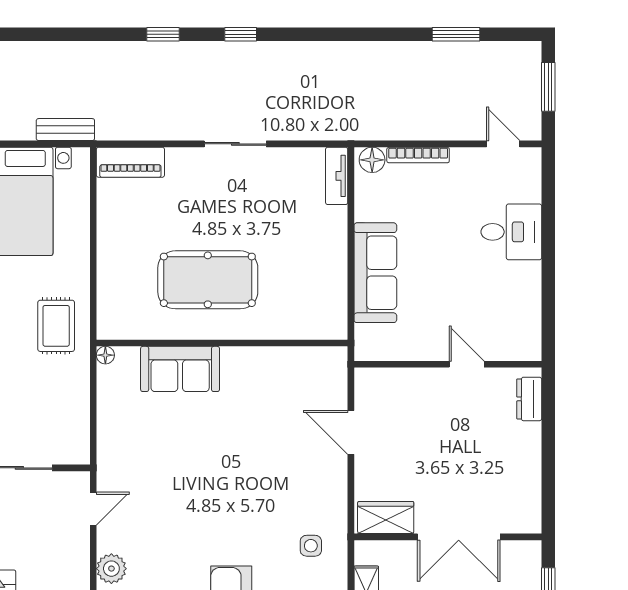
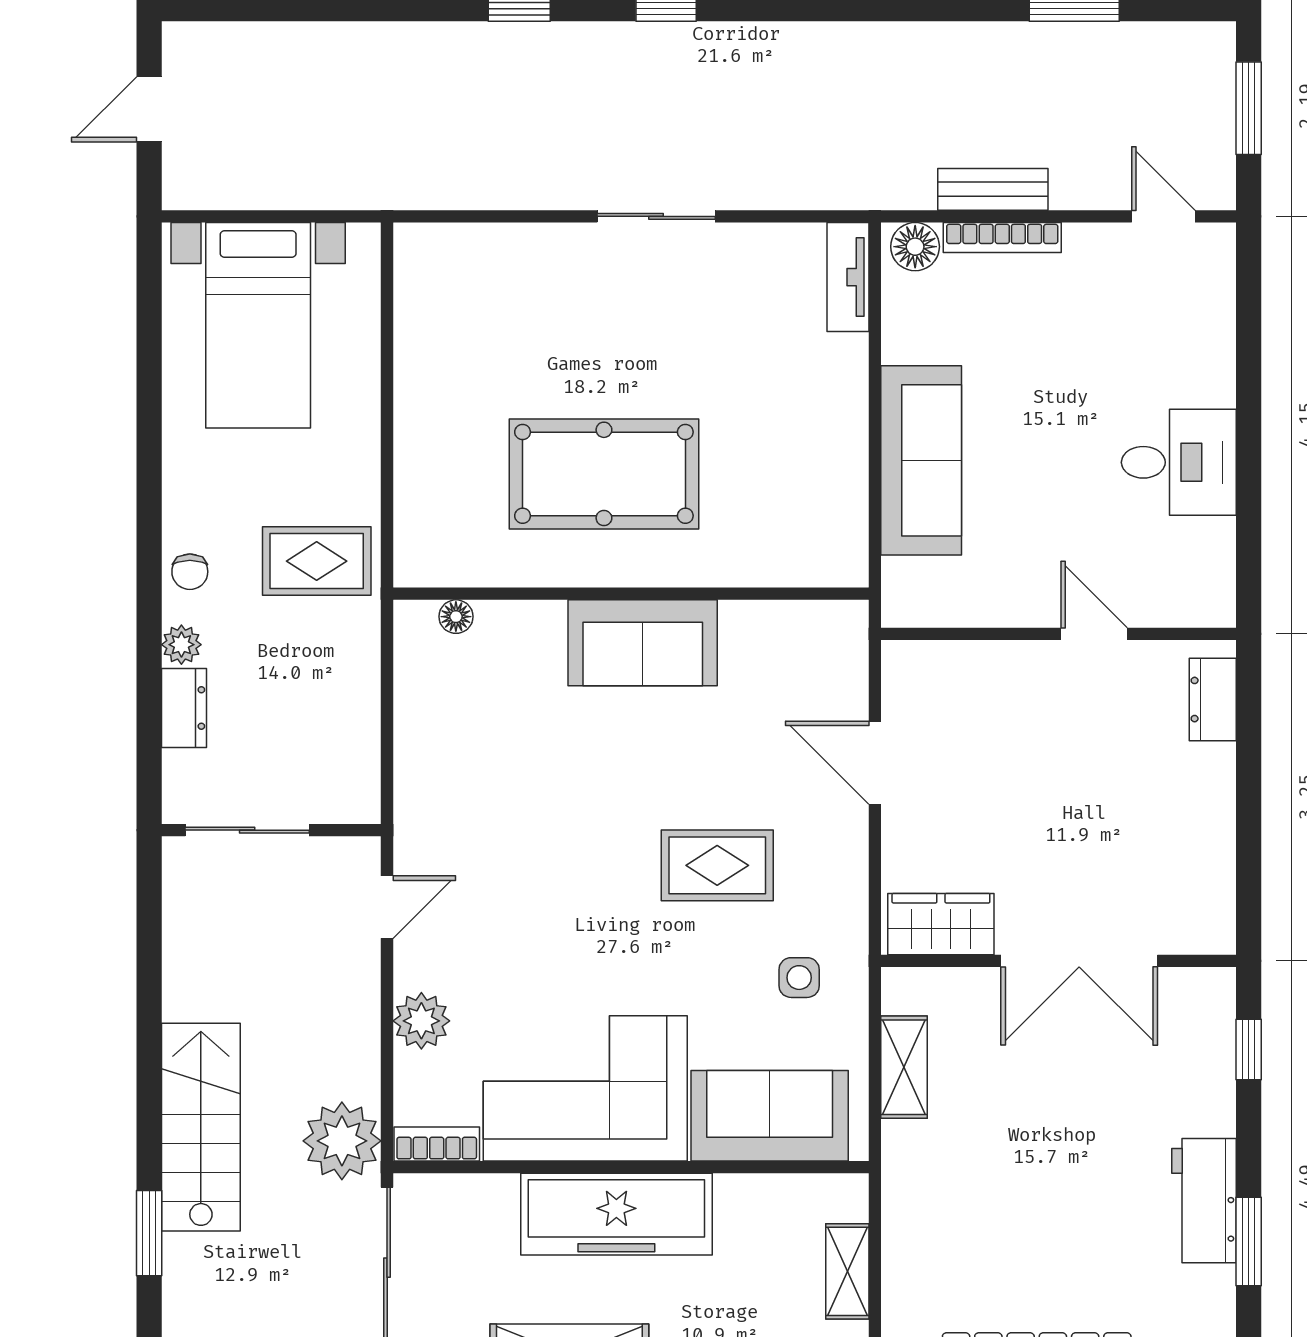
bench: (65, 130) -> (993, 189), moved
piano: (130, 162) -> (457, 251), removed
desk: (511, 232) -> (1179, 462), moved
rug: (56, 326) -> (317, 561), turned 90
floor lamp: (105, 355) -> (456, 617), moved
sofa: (180, 369) -> (643, 643), moved
rug: (268, 486) -> (717, 865), added

